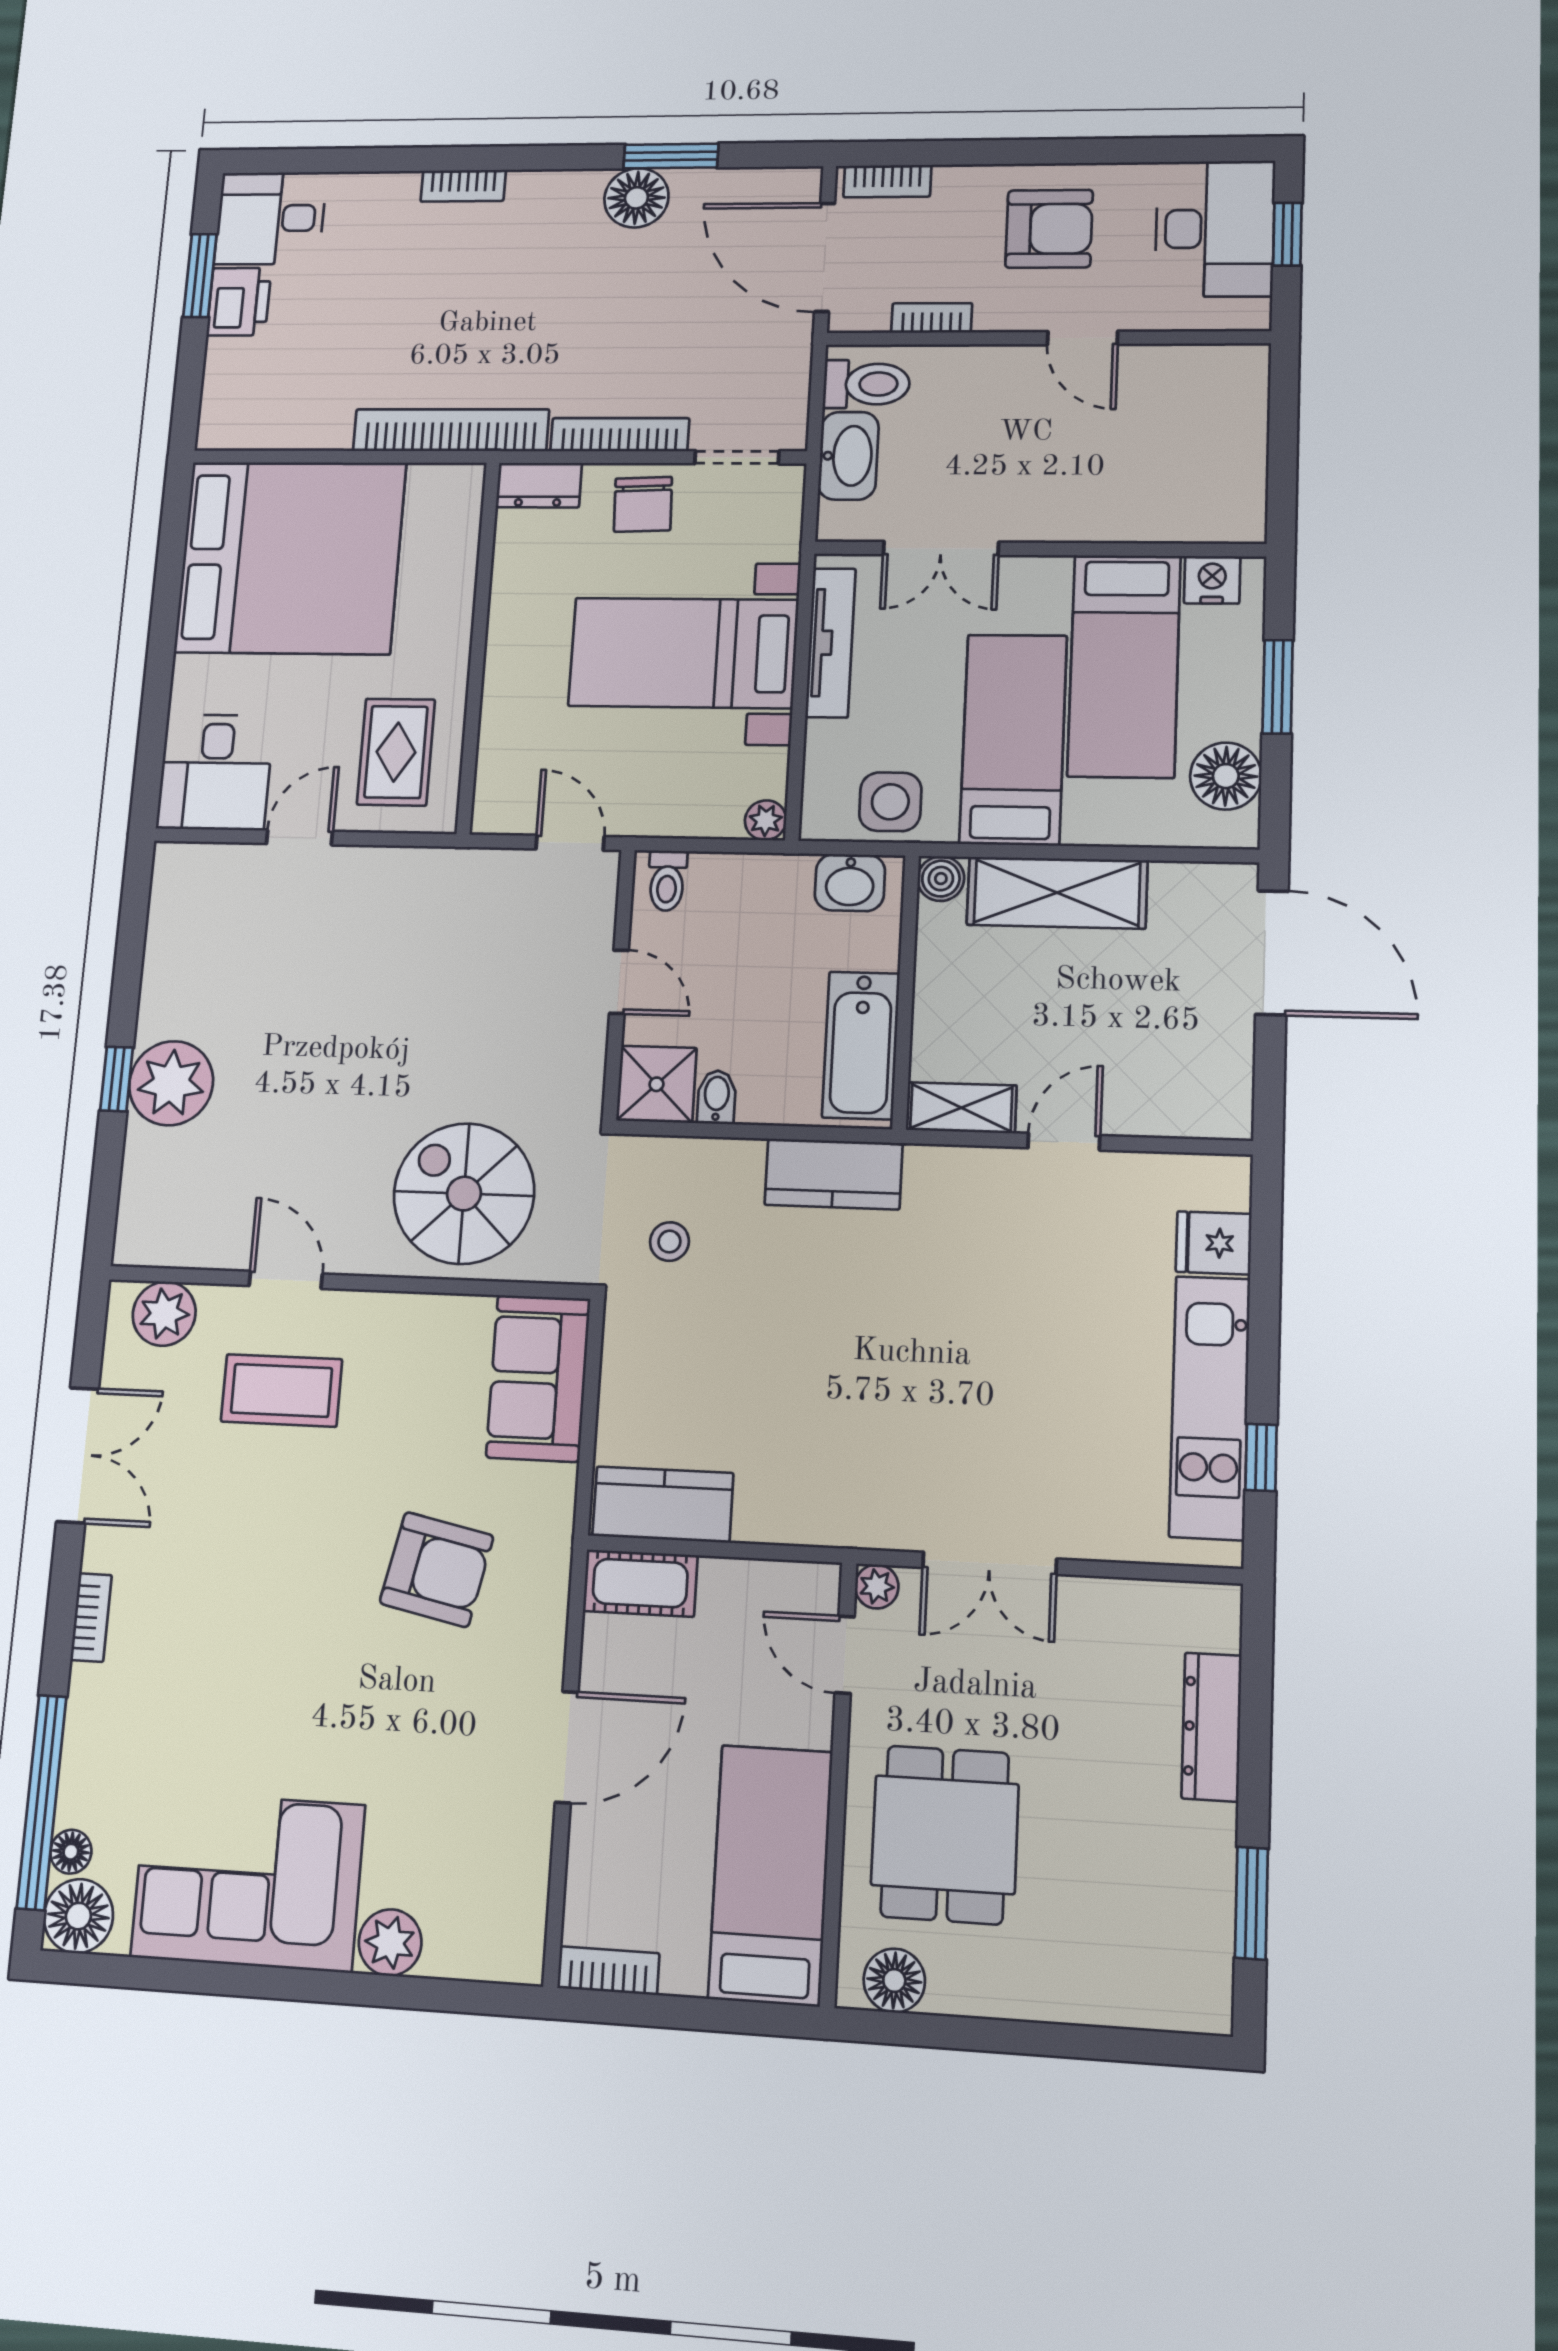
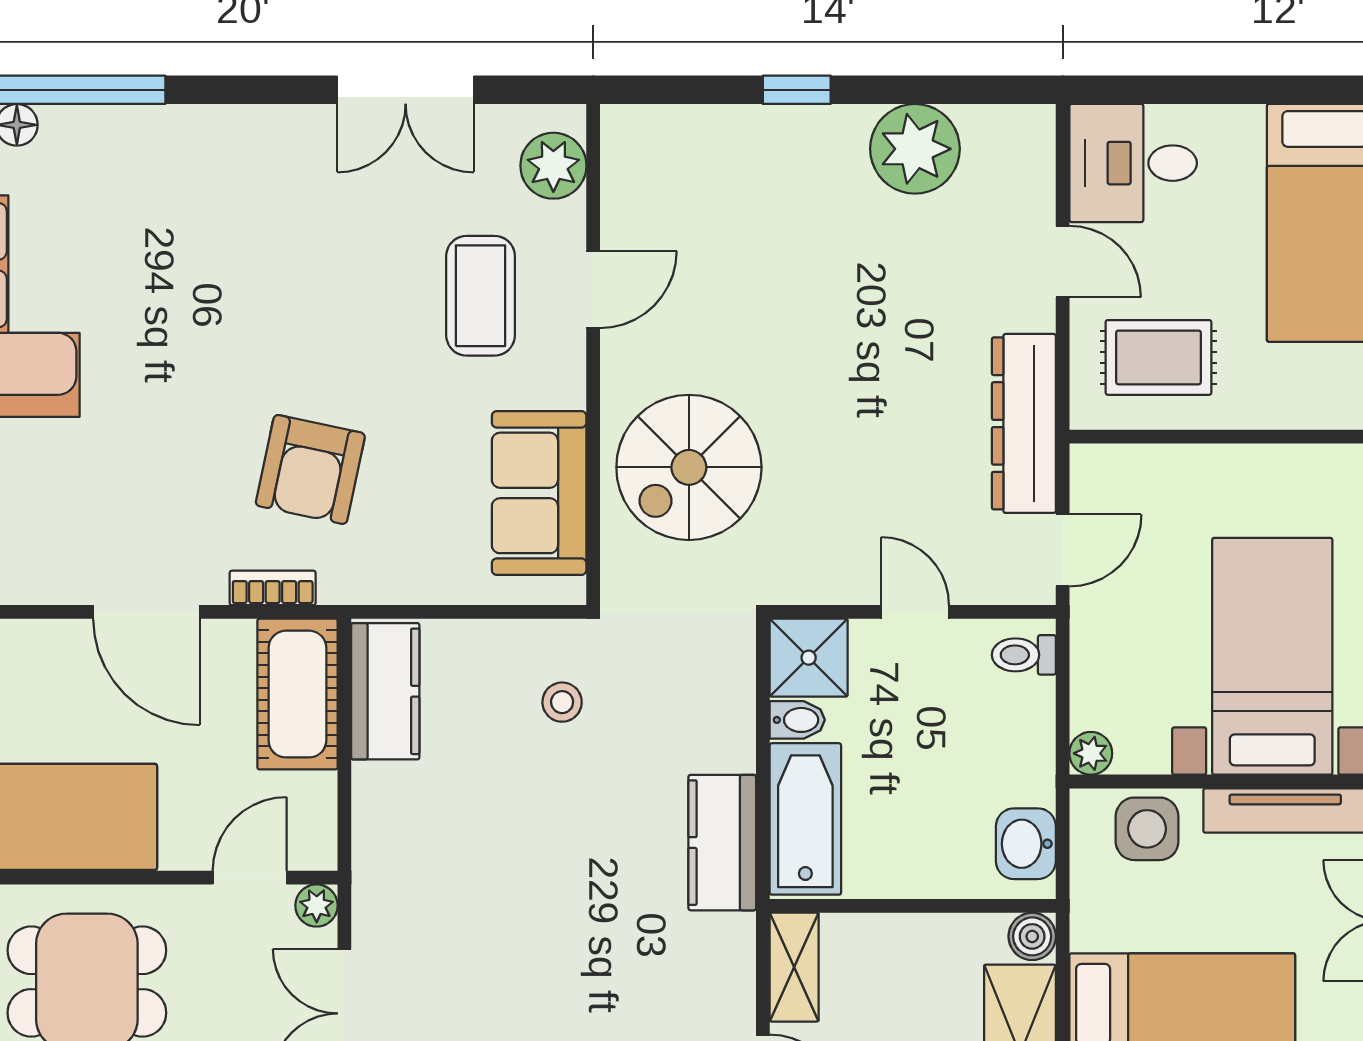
side table: (890, 802) -> (1147, 829), moved
dresser: (447, 876) -> (1024, 423), added
door: (619, 982) -> (915, 612), swing flipped
bathtub: (861, 1045) -> (805, 819), moved, turned 90
plant: (171, 1083) -> (915, 149), moved
spiral stairs: (464, 1194) -> (689, 467), turned 180
stool: (669, 1242) -> (562, 702), moved
sofa: (538, 1378) -> (539, 493), moved, turned -90
cot: (640, 1583) -> (297, 694), width x1.37, depth x1.34
bookcase: (91, 1617) -> (273, 588), moved, turned 180

